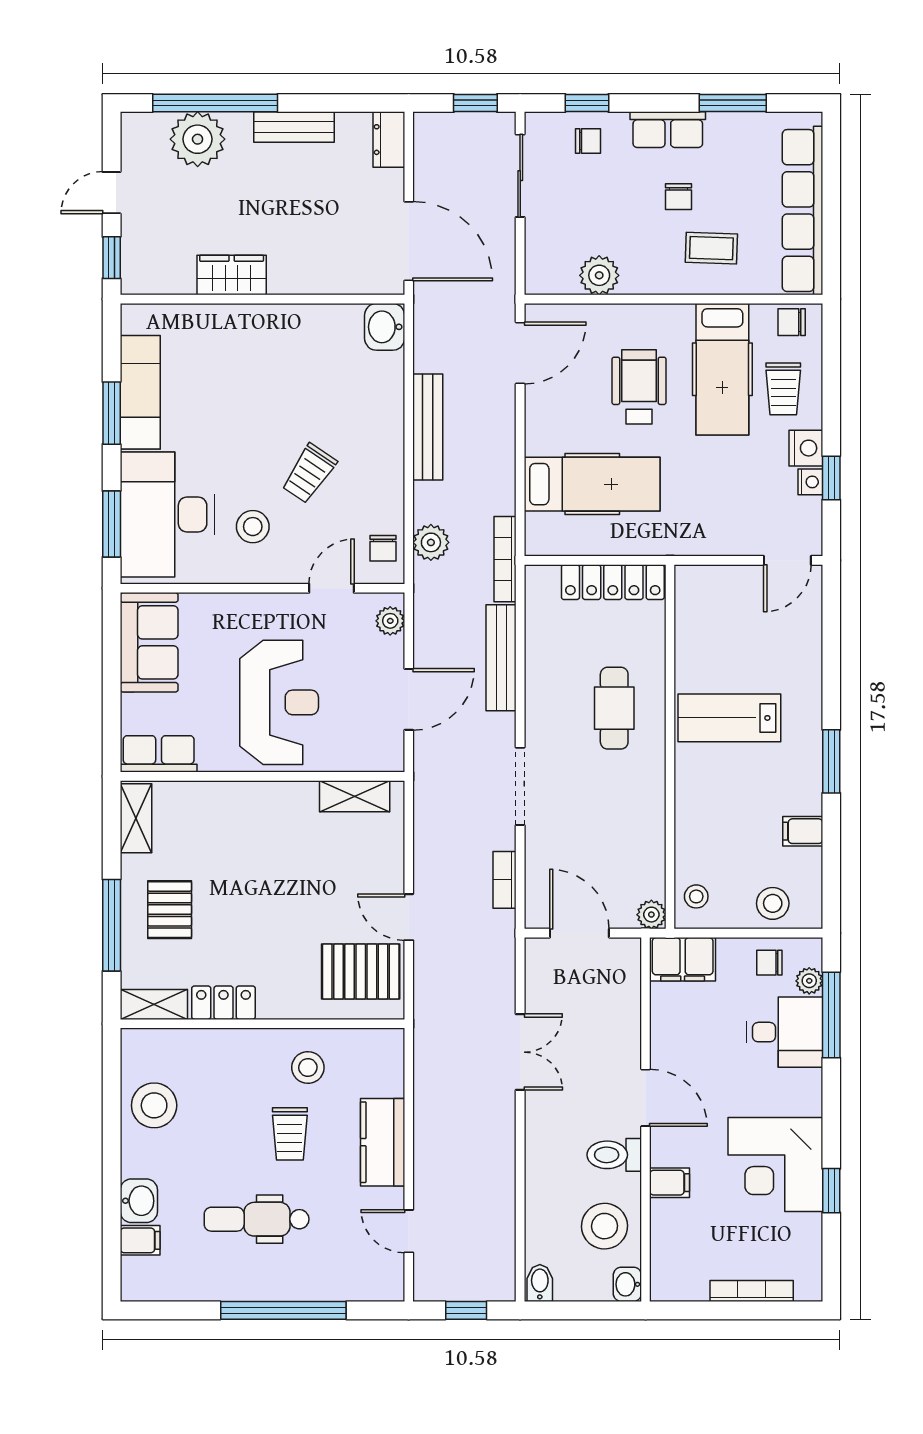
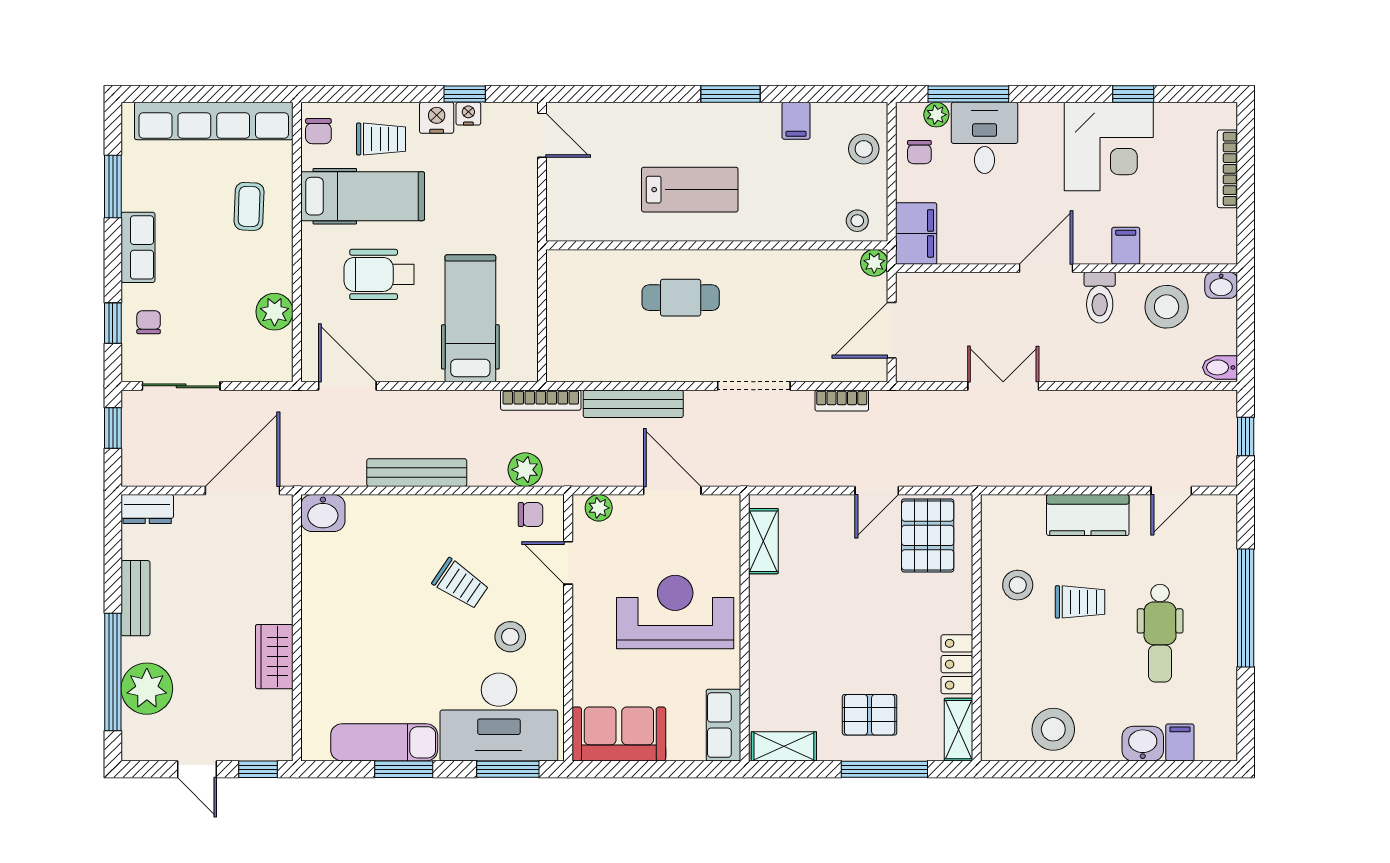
chair: (678, 197) -> (201, 237), removed
locker: (613, 582) -> (562, 299), removed
lab bench: (729, 718) -> (690, 190), turned -90

